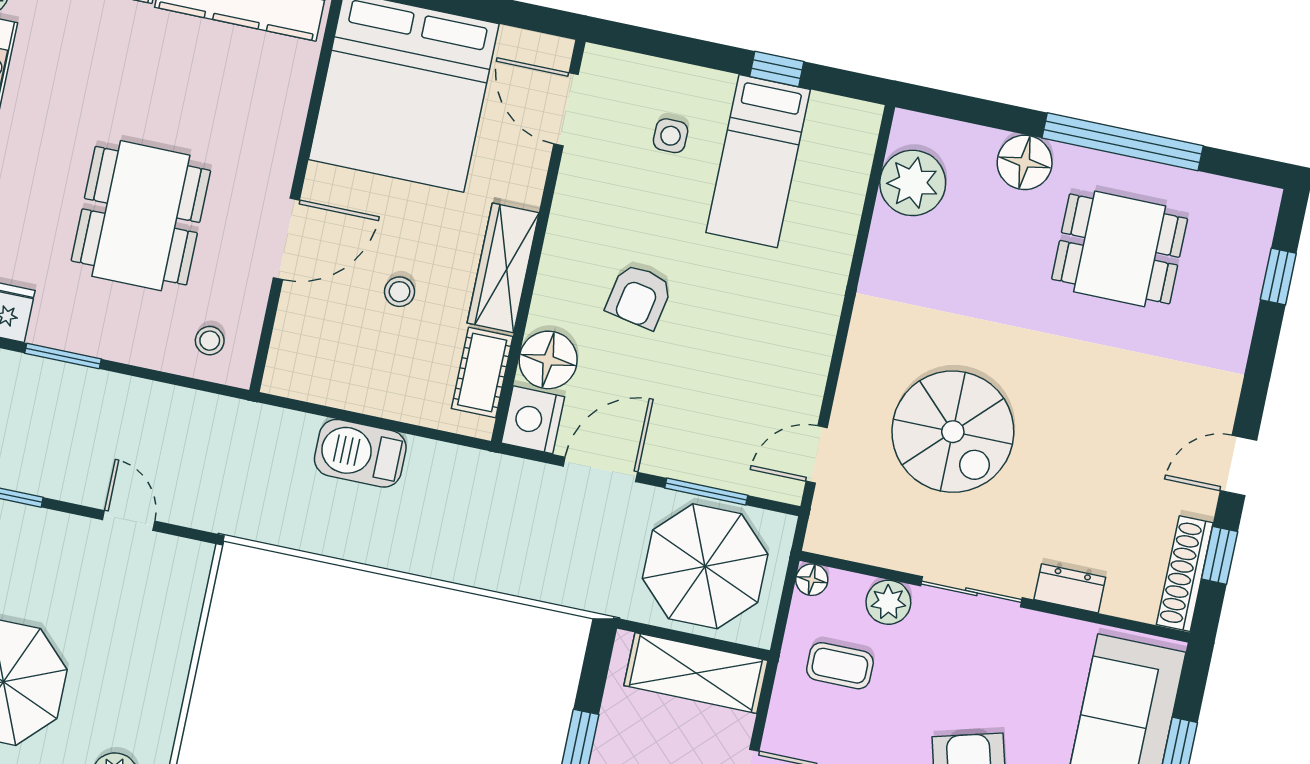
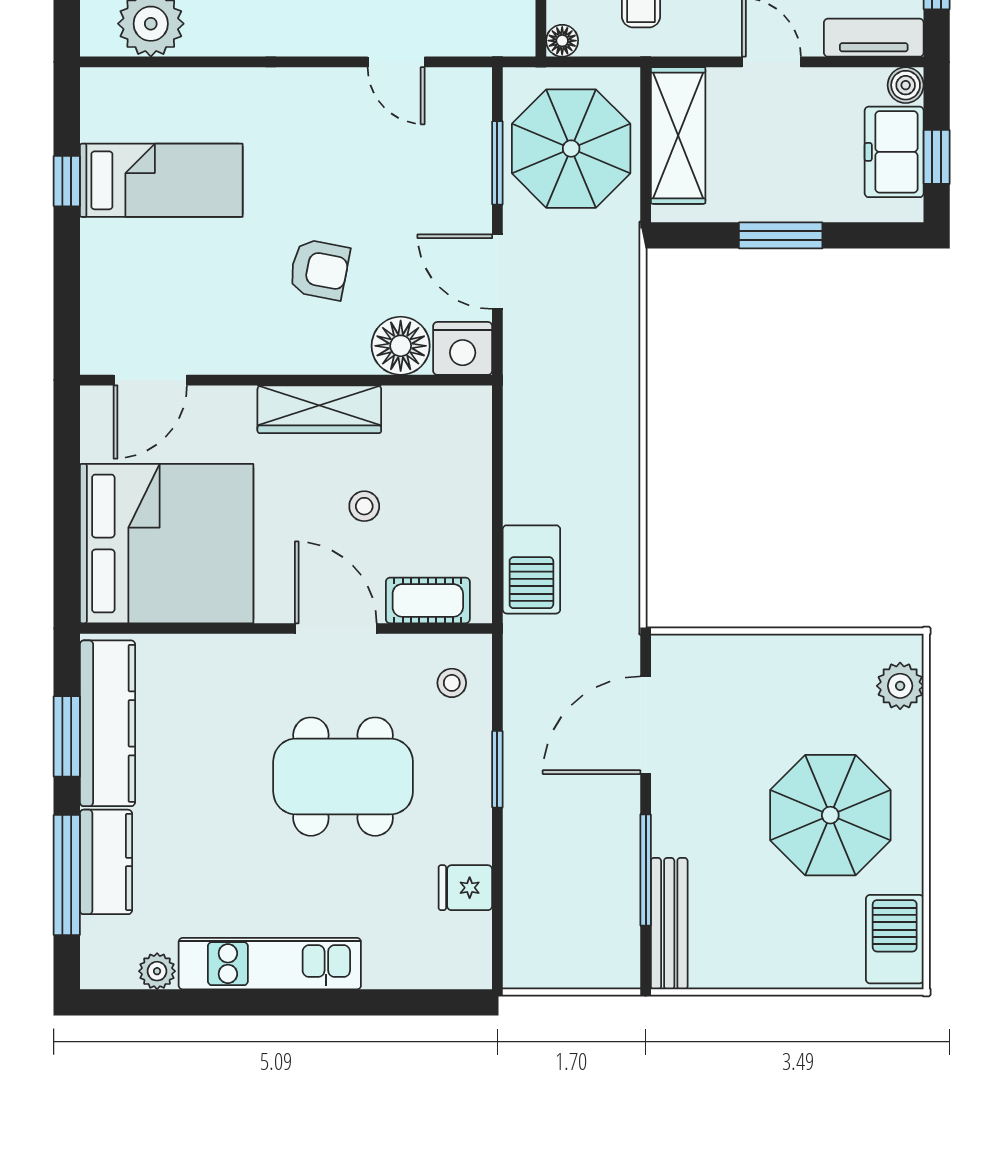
side table: (671, 136) -> (155, 272), removed
window: (63, 356) -> (497, 769), moved
cot: (482, 373) -> (428, 600), moved
barbecue: (360, 453) -> (531, 569), moved
door: (817, 455) -> (396, 62), moved
door: (129, 520) -> (646, 725), width x1.87

